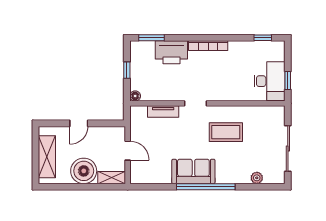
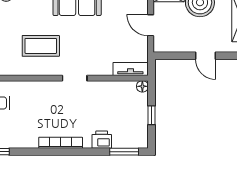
printer: (171, 52) -> (102, 140), width x0.53, depth x0.68
tv unit: (163, 112) -> (130, 69), moved
door: (79, 123) -> (206, 56), swing flipped

